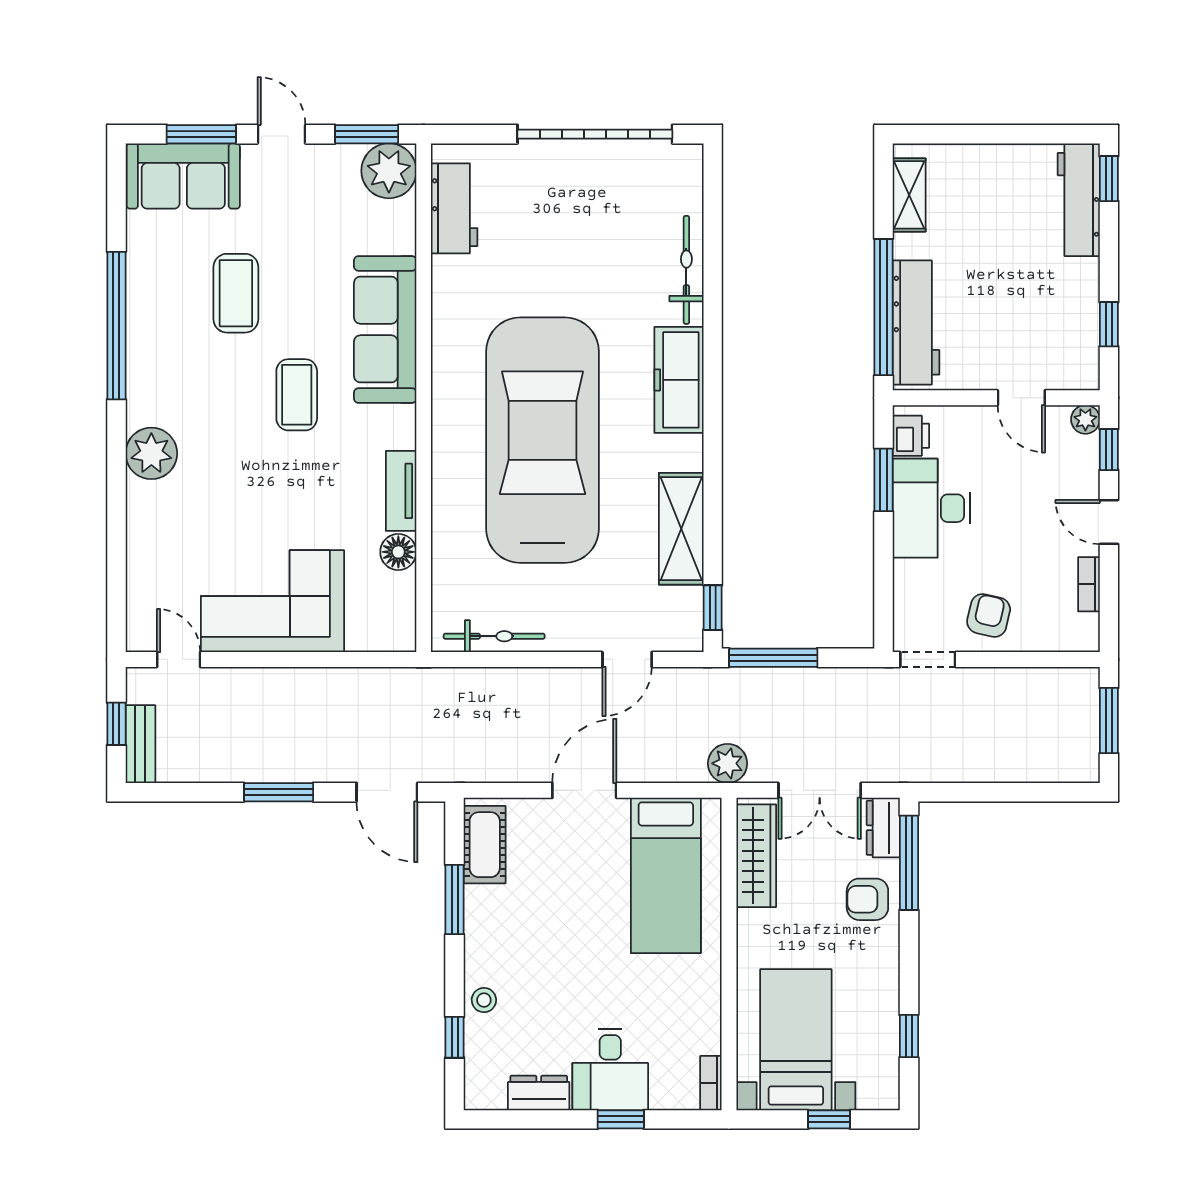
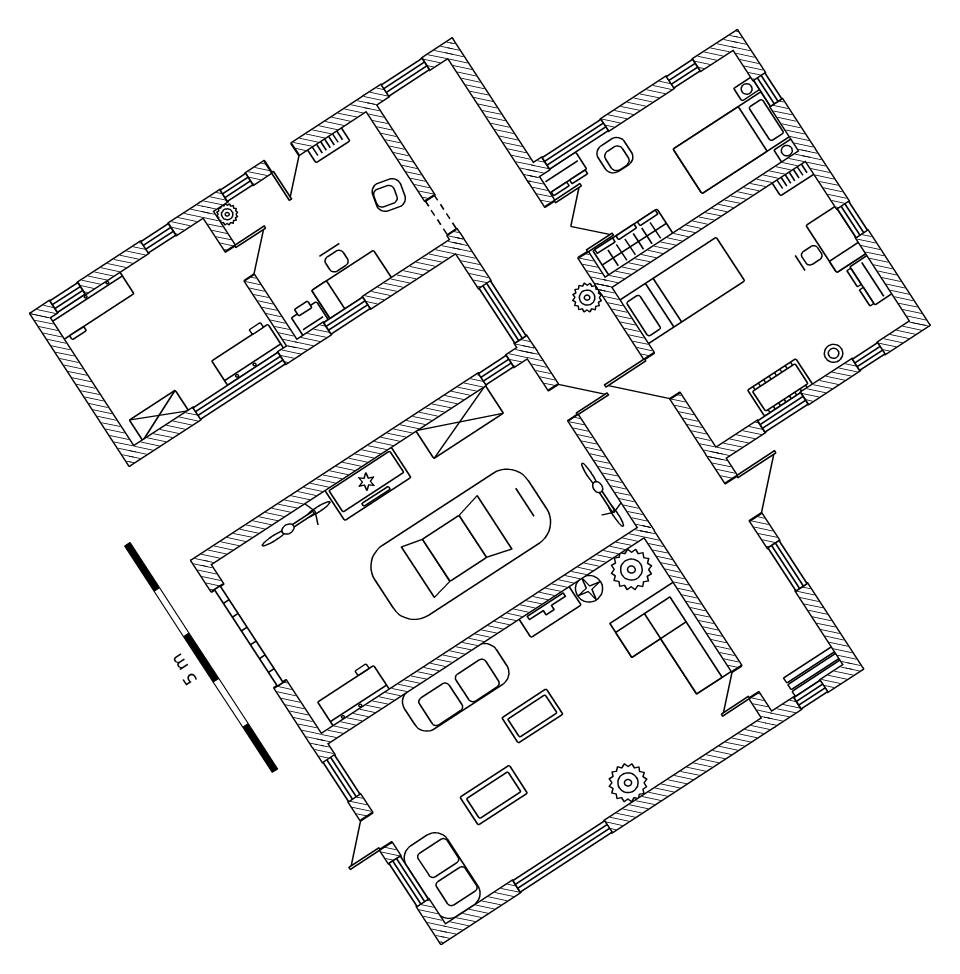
plant: (389, 171) -> (631, 570), moved
workbench: (916, 323) -> (246, 352), width x0.73
cot: (485, 845) -> (780, 387), moved

